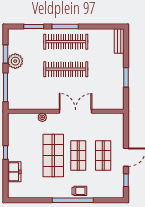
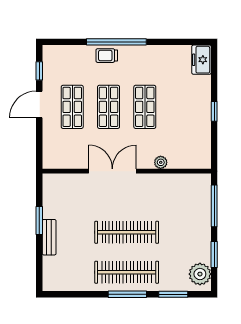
bench: (119, 41) -> (49, 237), moved
plant: (15, 61) -> (200, 274), moved
double door: (76, 111) -> (112, 171), swing flipped
shop shelf: (53, 156) -> (145, 107), width x0.70, depth x0.74
freezer: (14, 172) -> (201, 60), moved

